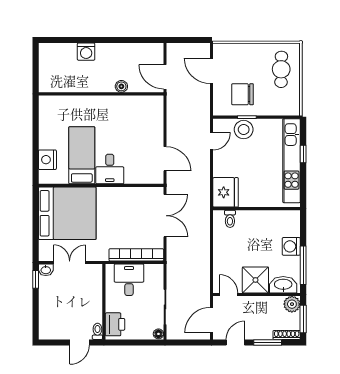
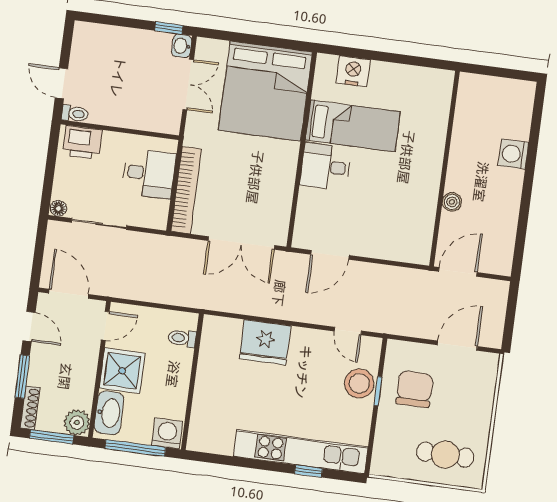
wall: (257, 209) -> (192, 382), moved
toilet: (230, 219) -> (182, 338), moved

